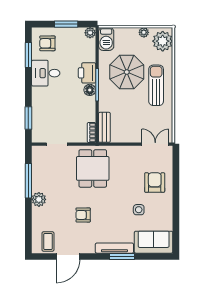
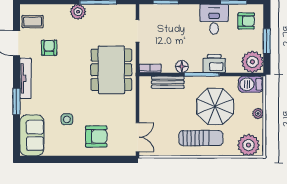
plant: (144, 32) -> (258, 113), moved
plant: (90, 33) -> (252, 62), width x1.87, depth x1.87
armchair: (47, 43) -> (246, 21), turned 90
floor lamp: (90, 90) -> (182, 67), moved
bench: (104, 127) -> (168, 82), moved
dining table: (93, 168) -> (111, 70), width x1.38
armchair: (83, 215) -> (49, 48), moved
tv unit: (114, 248) -> (26, 78), moved

